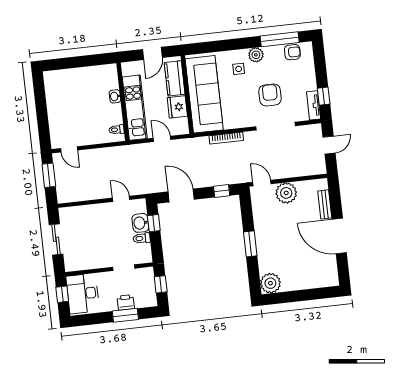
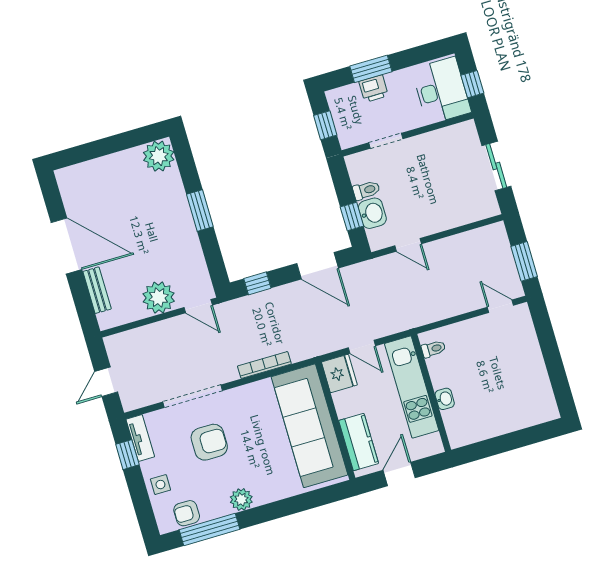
side table: (239, 69) -> (160, 485), moved
armchair: (270, 95) -> (209, 442), turned -90
fridge: (177, 107) -> (339, 374), moved

